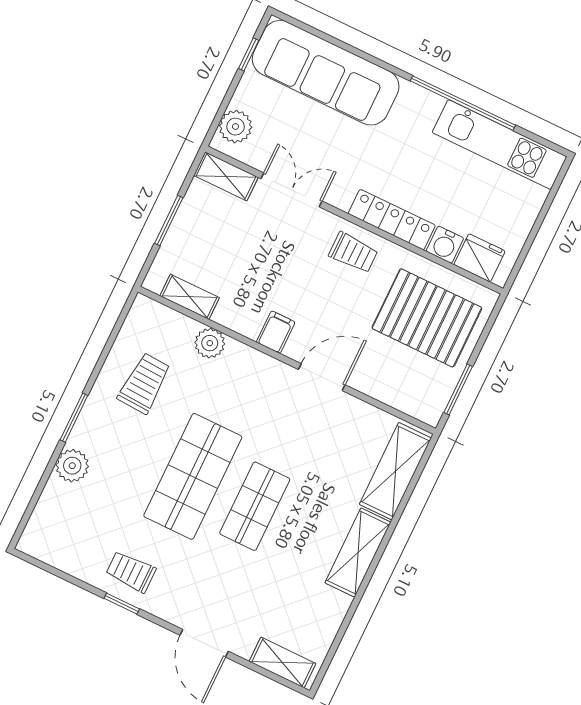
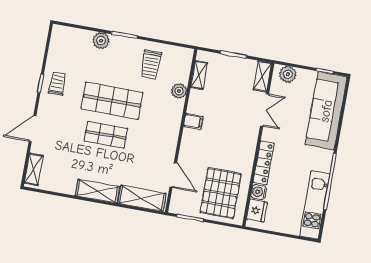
trolley: (353, 253) -> (242, 148), removed
door: (322, 377) -> (173, 175), moved
trolley: (144, 383) -> (151, 65), turned 87

